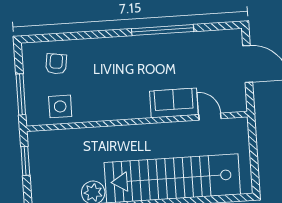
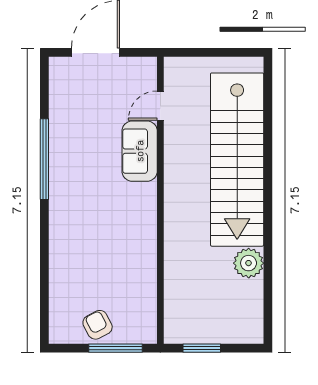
armchair: (56, 64) -> (98, 325), moved, turned 54
side table: (60, 106) -> (134, 298), removed

